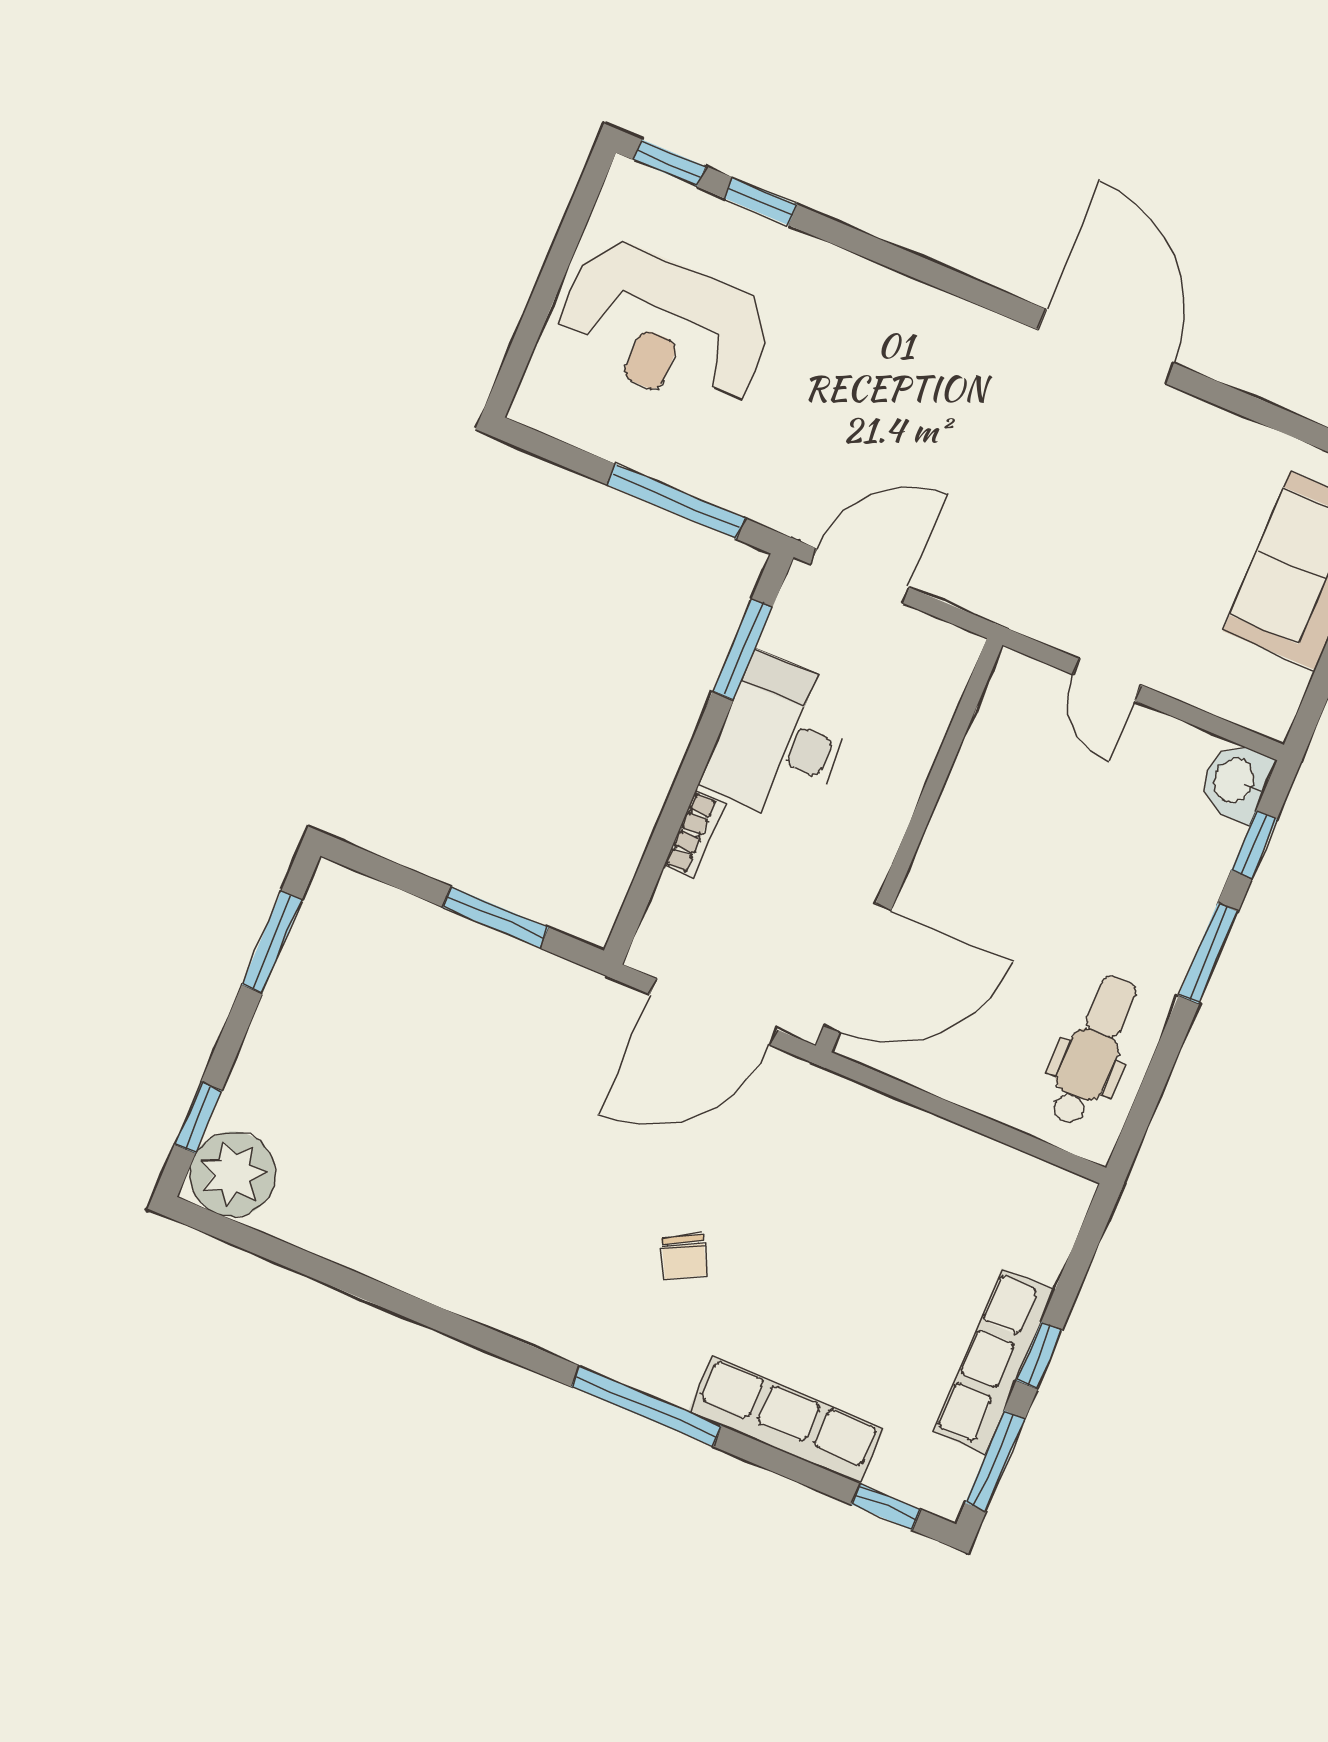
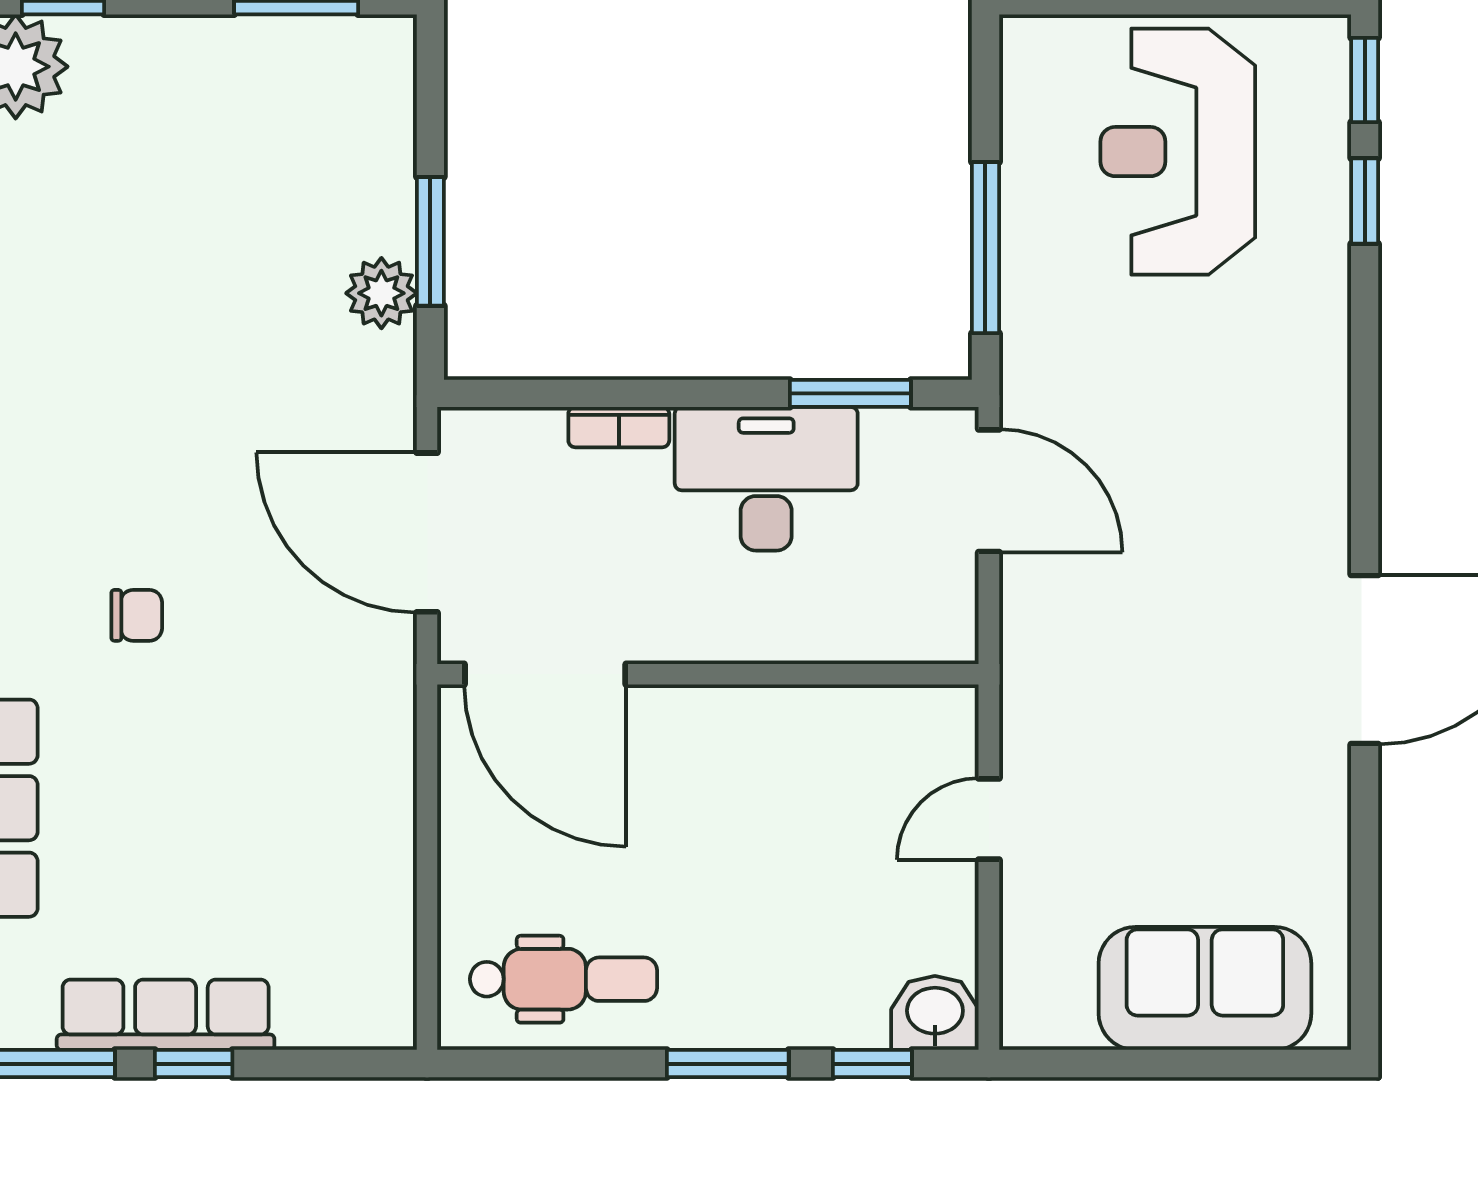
plant: (519, 970) -> (381, 293), added
chair: (684, 1257) -> (137, 615), turned -152

